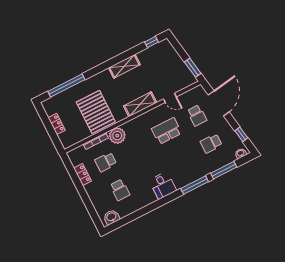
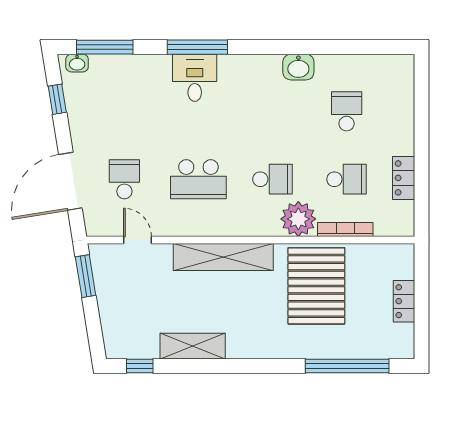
shelving: (124, 66) -> (193, 346), moved
door: (170, 98) -> (137, 240), moved
shelving: (140, 104) -> (223, 257), width x1.47
school desk: (211, 143) -> (273, 179), moved
window: (224, 170) -> (105, 47), moved
desk: (163, 185) -> (195, 78), moved
washbasin: (111, 217) -> (298, 67), moved

